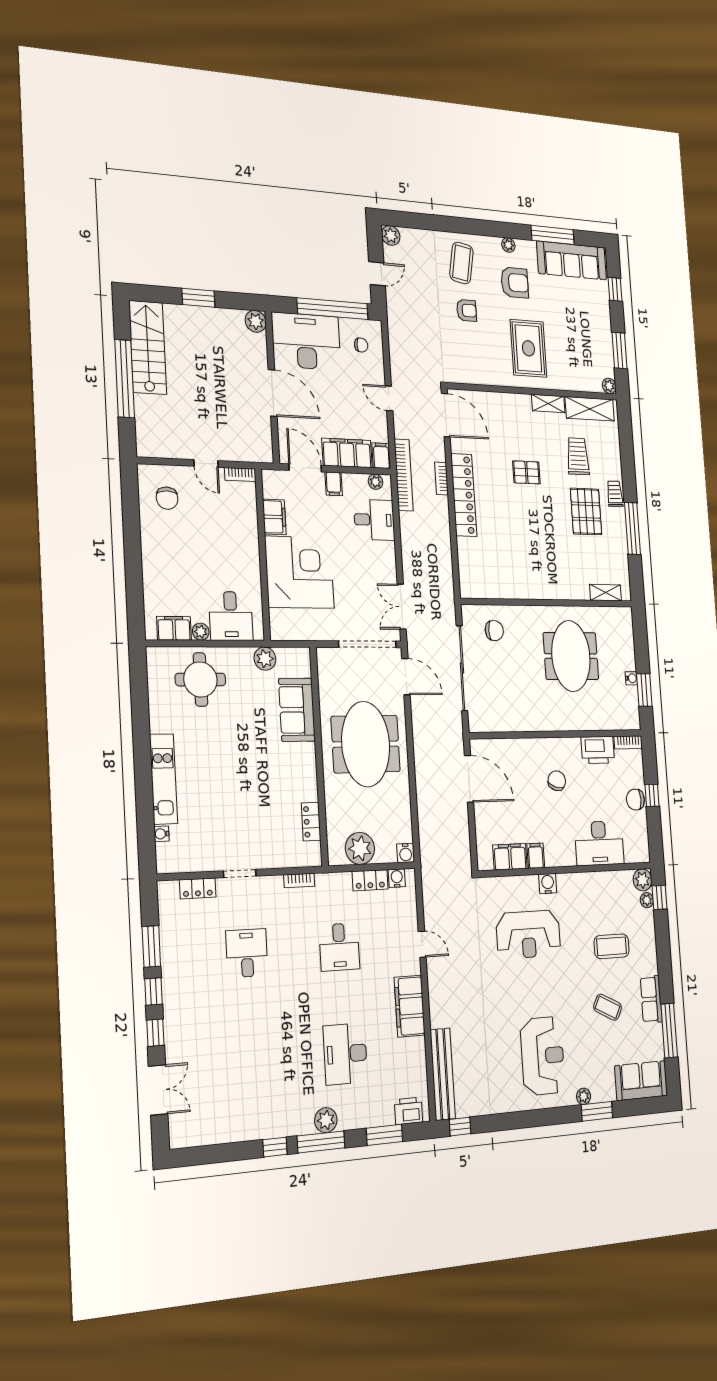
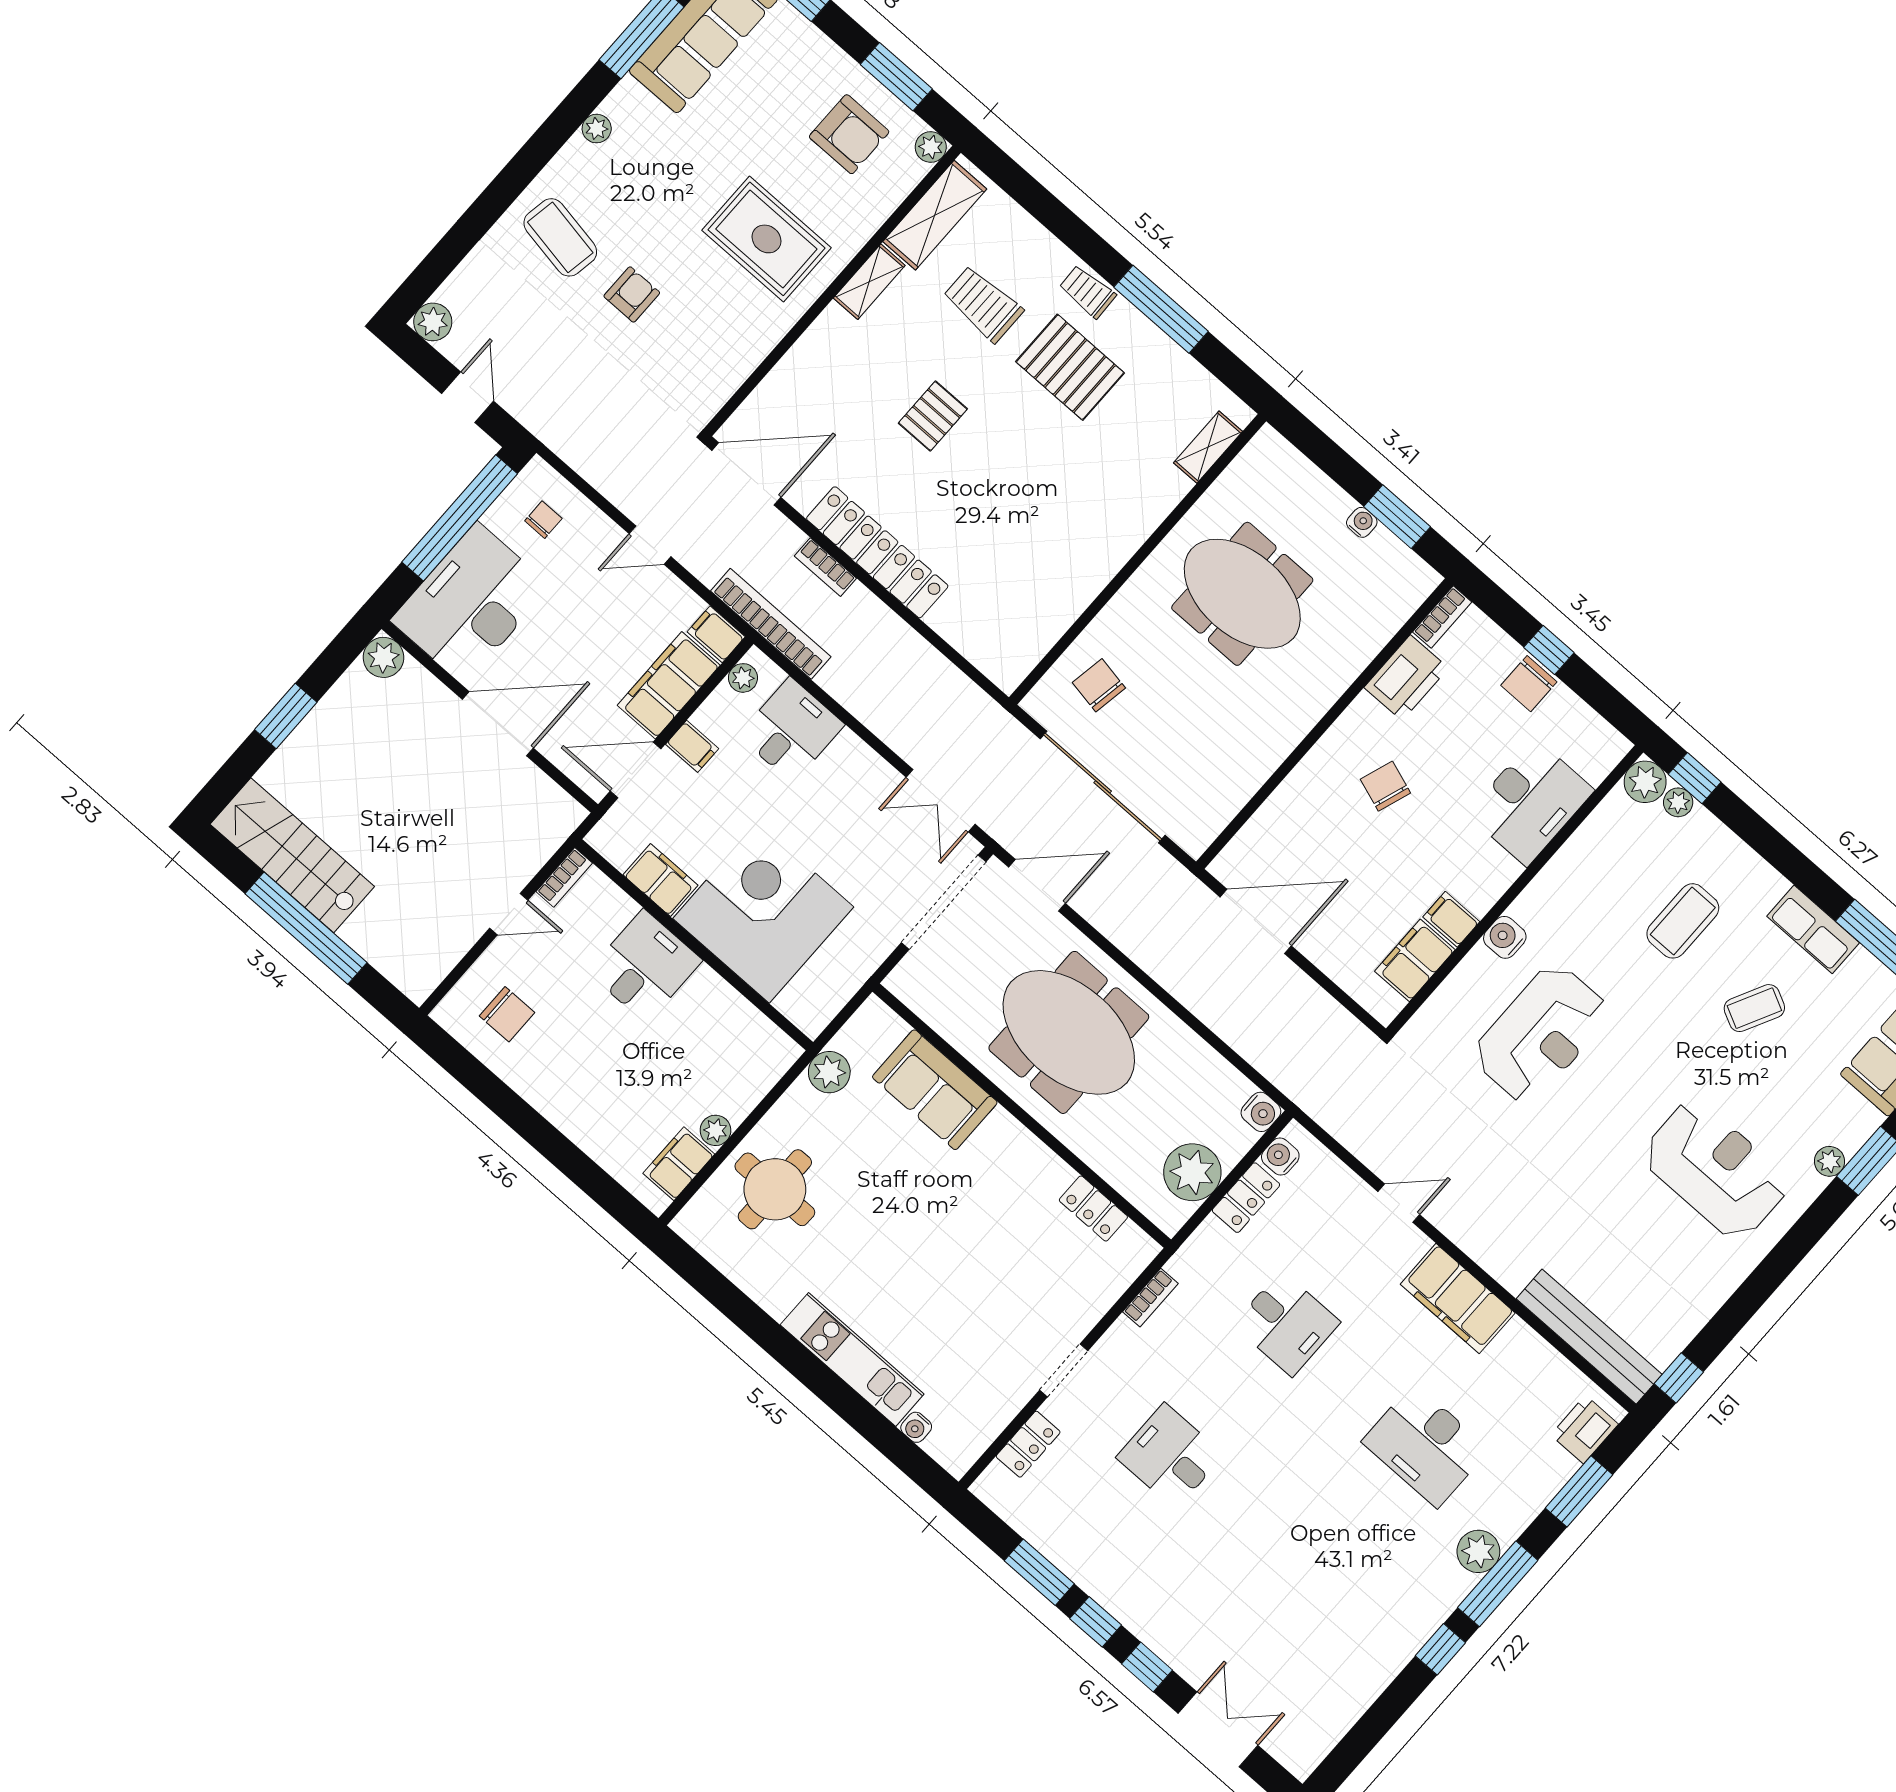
armchair: (515, 283) -> (849, 134), moved, turned 90
desk: (231, 616) -> (645, 966), moved, turned -90
chair: (494, 631) -> (1099, 685), turned -80

